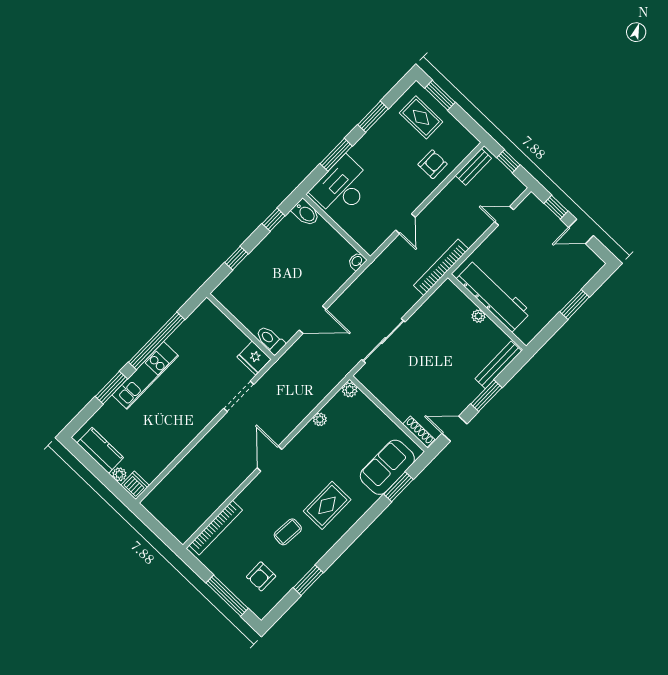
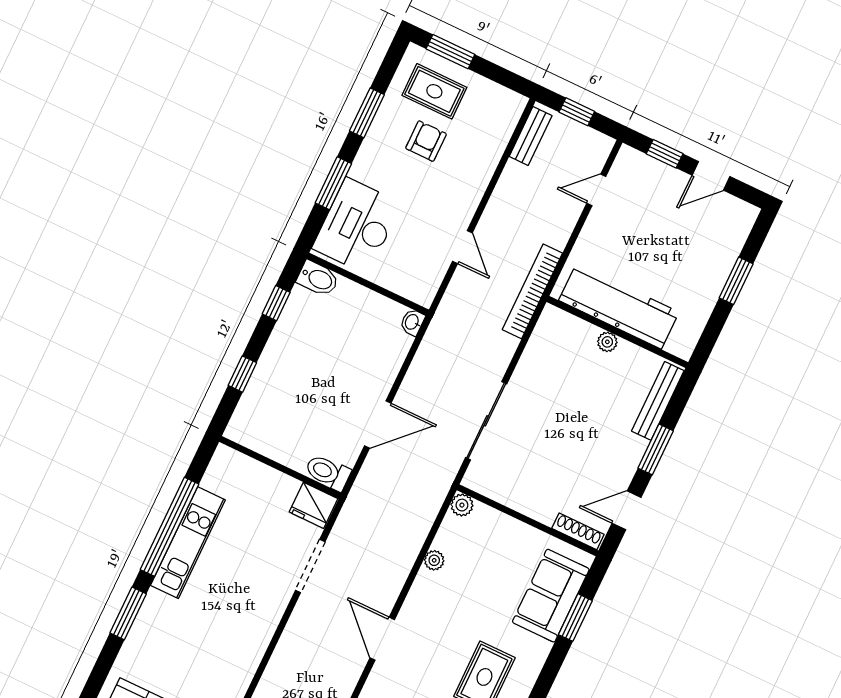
armchair: (433, 164) -> (426, 141), moved
kitchen unit: (145, 375) -> (188, 543), moved

